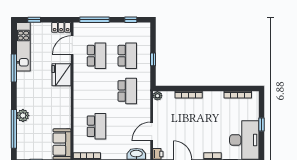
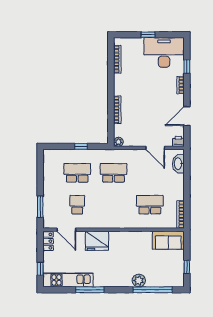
window: (95, 20) -> (40, 207), width x0.69
window: (131, 20) -> (40, 169), removed
school desk: (96, 56) -> (77, 205), width x0.54

